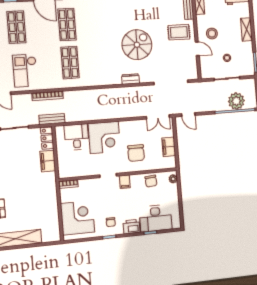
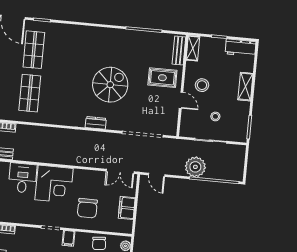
plant: (236, 101) -> (195, 167), moved

